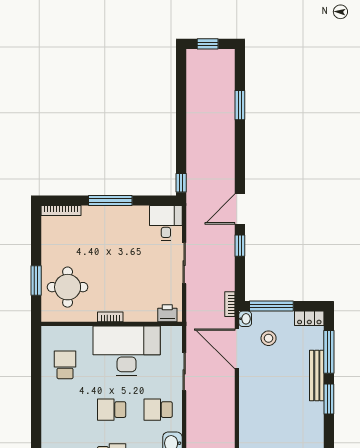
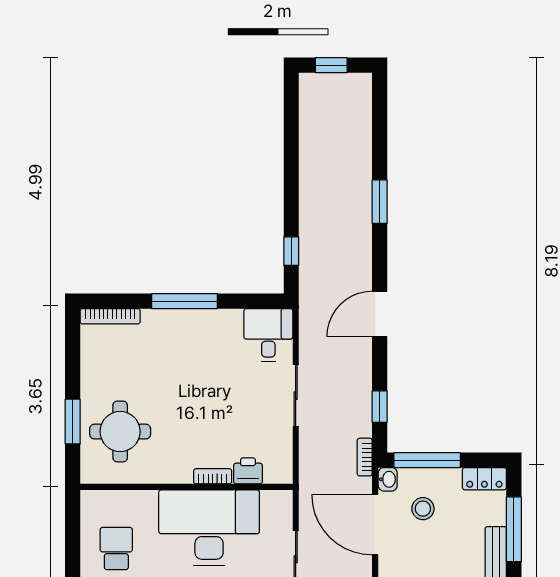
window: (240, 105) -> (380, 202), moved
window: (181, 183) -> (291, 251), moved
window: (240, 246) -> (380, 407), moved
printer: (167, 313) -> (248, 471), moved
bookcase: (110, 317) -> (213, 476), moved

